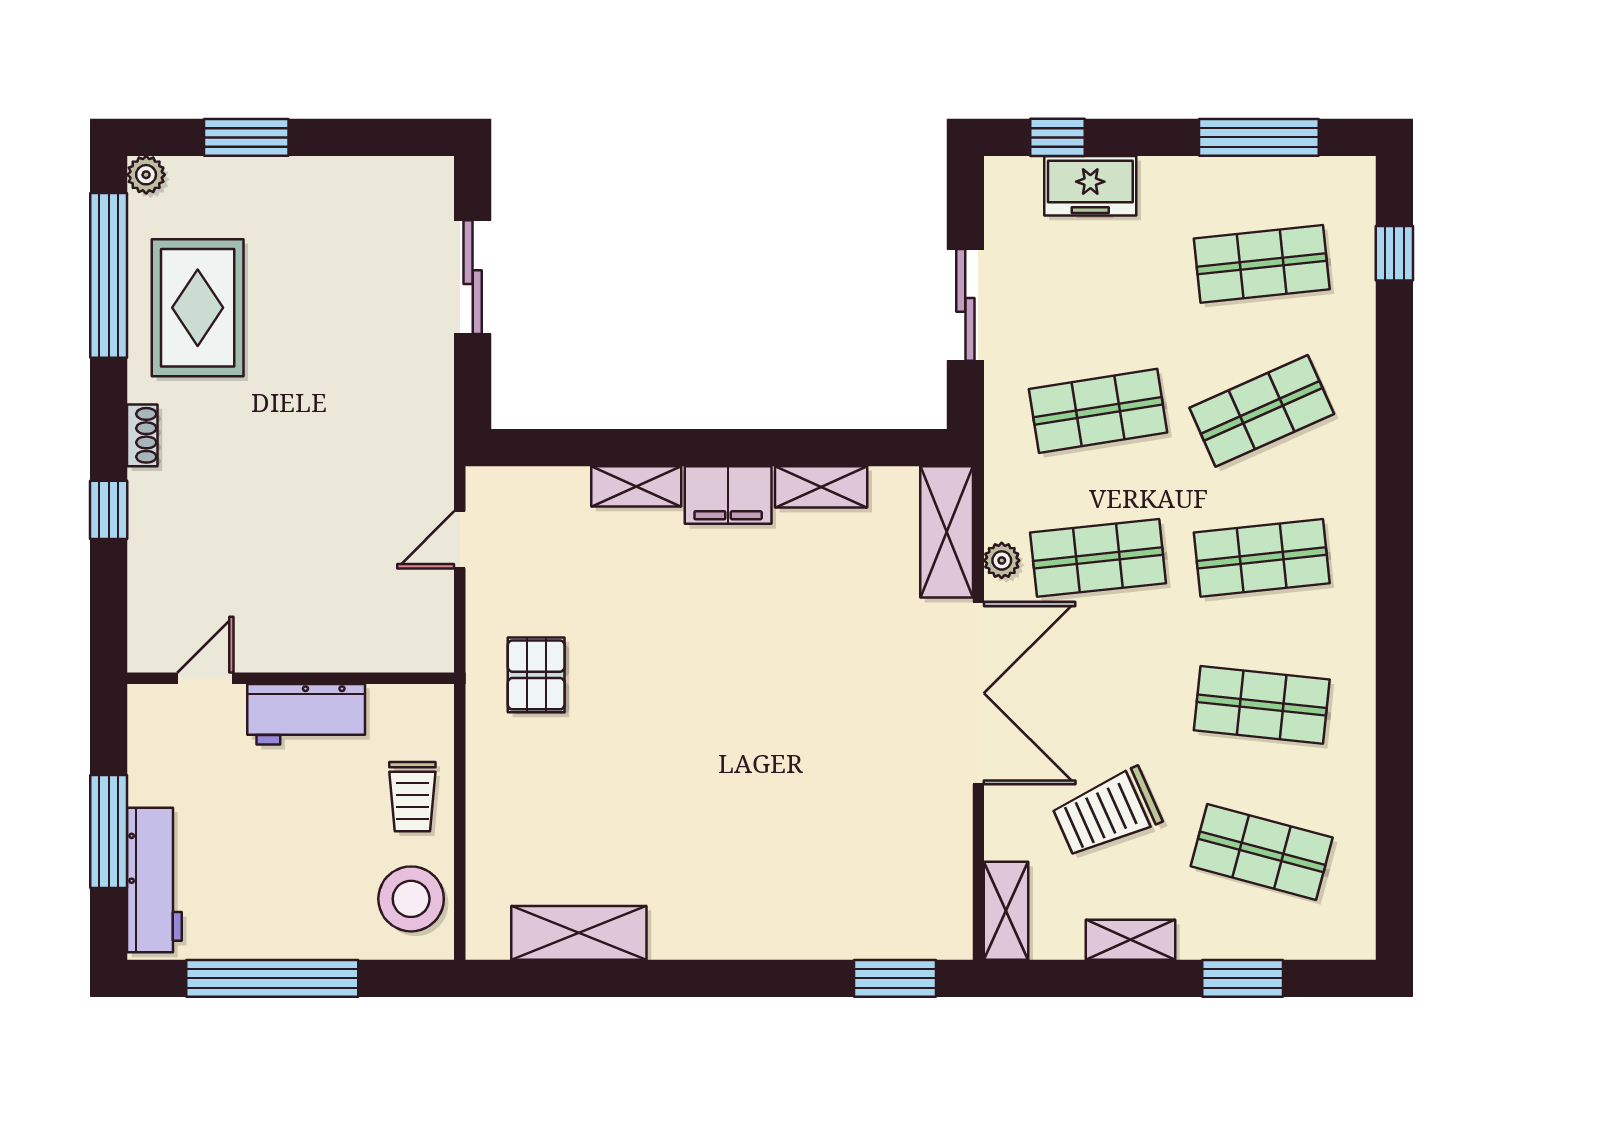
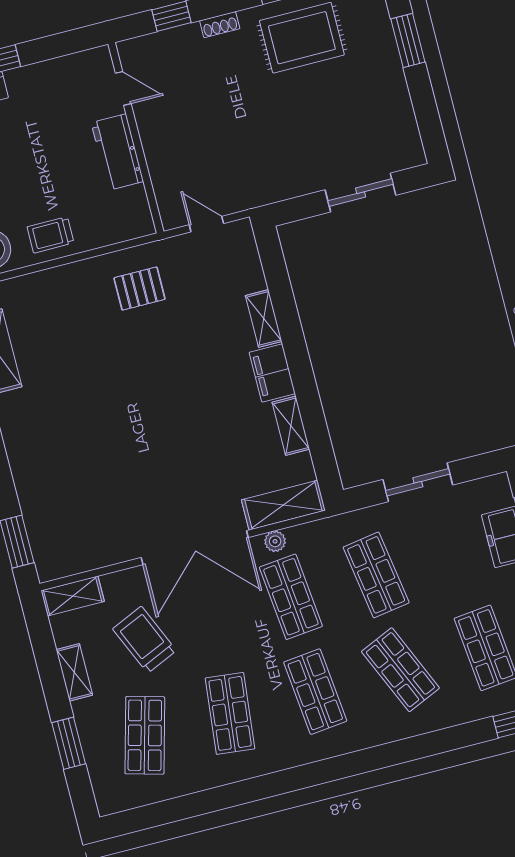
door: (205, 678) -> (123, 88), moved
wall: (291, 678) -> (136, 138), moved
workbench: (306, 714) -> (117, 152), moved

